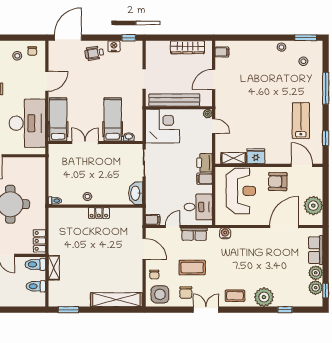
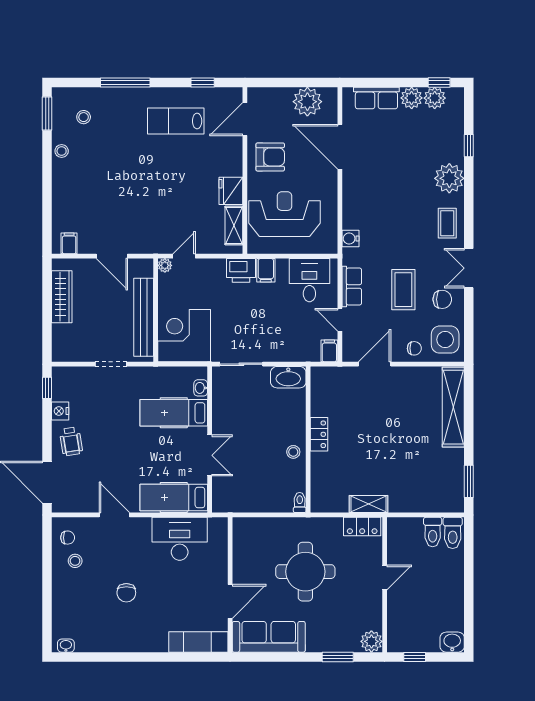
desk: (27, 123) -> (180, 539), width x0.73, depth x0.77
double door: (85, 143) -> (210, 455), swing flipped
armchair: (278, 182) -> (270, 157), turned -91
toilet: (35, 264) -> (453, 533), moved
shelving: (54, 268) -> (368, 504), moved

